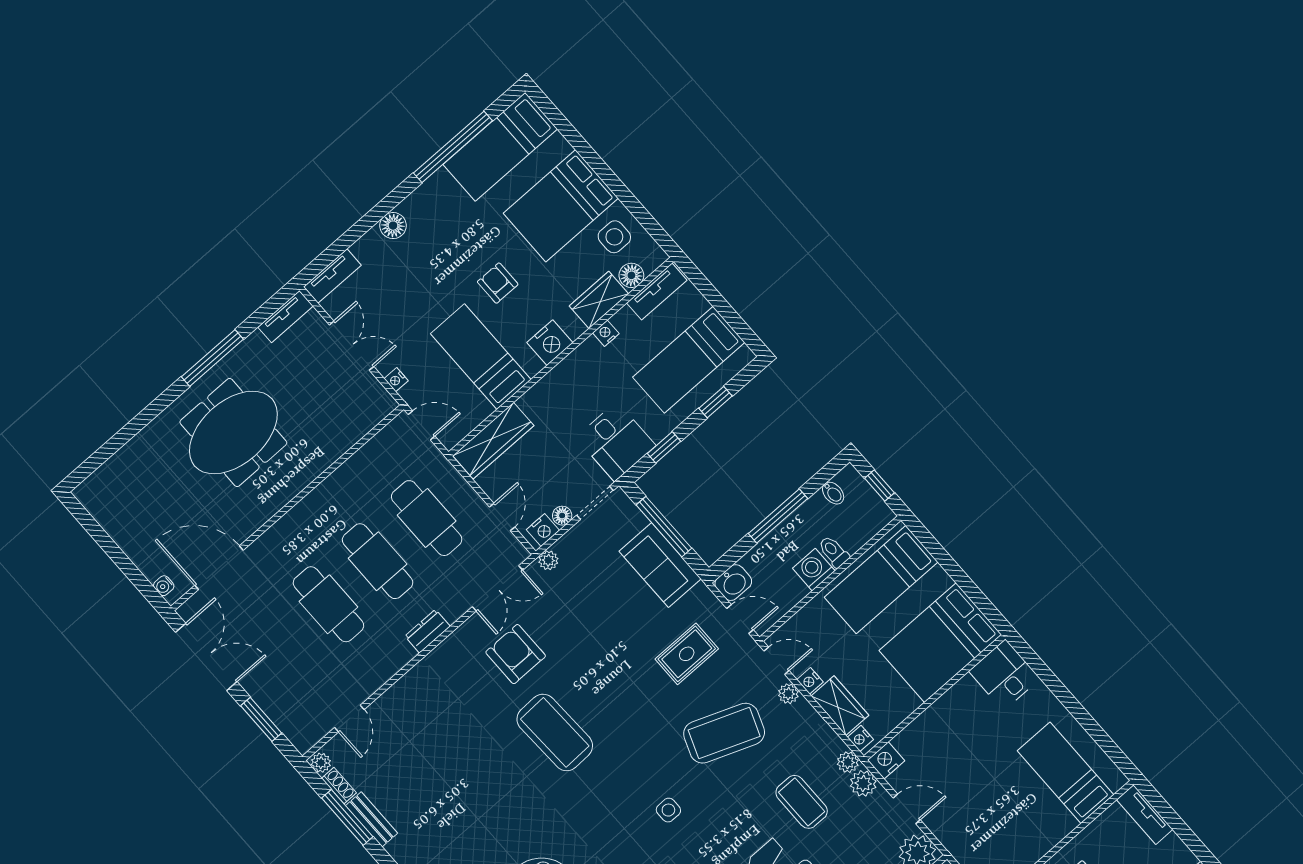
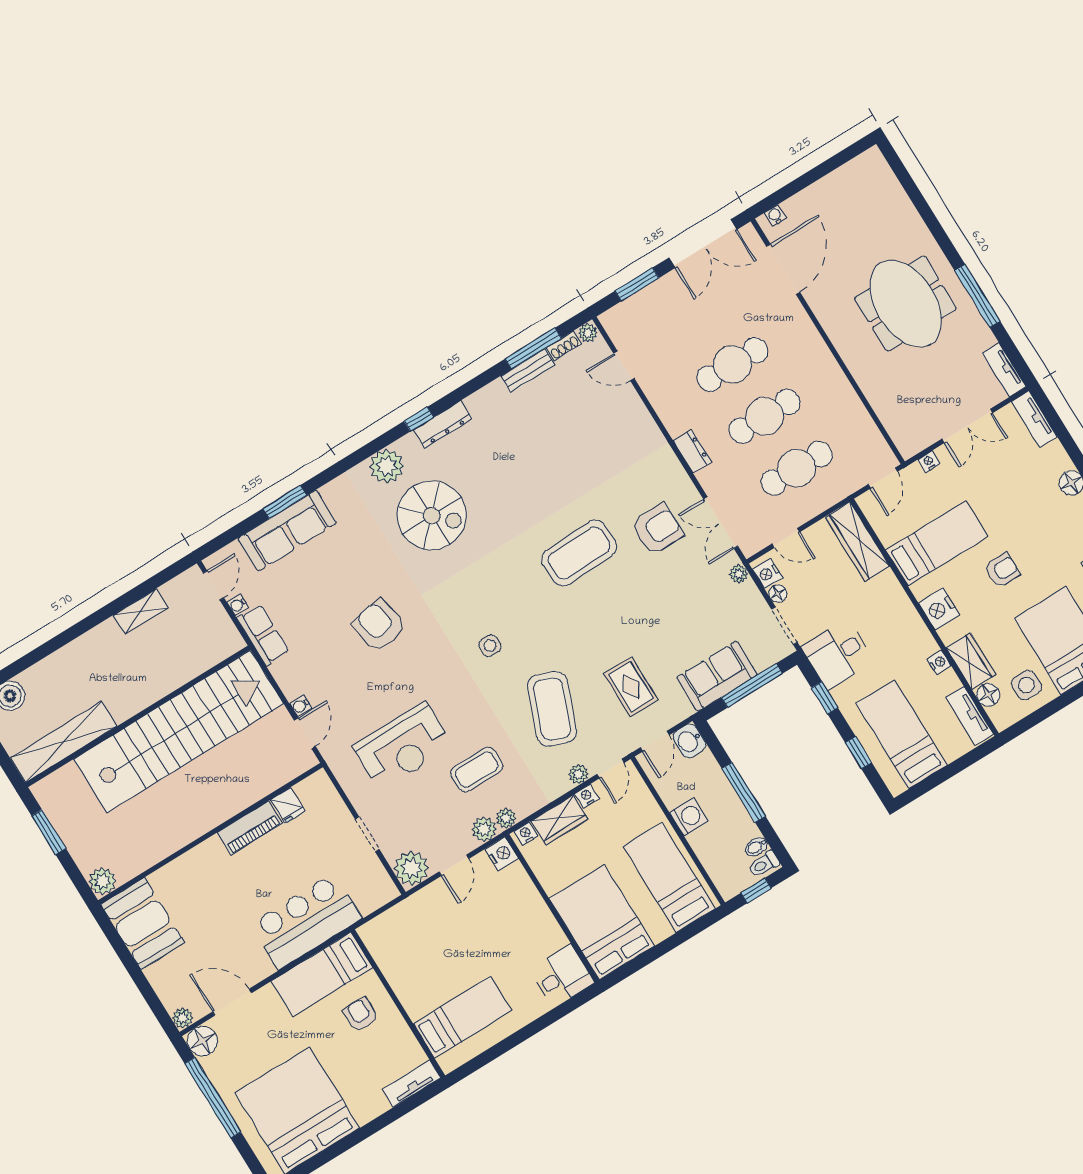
toilet: (834, 552) -> (764, 864), moved, turned 180

